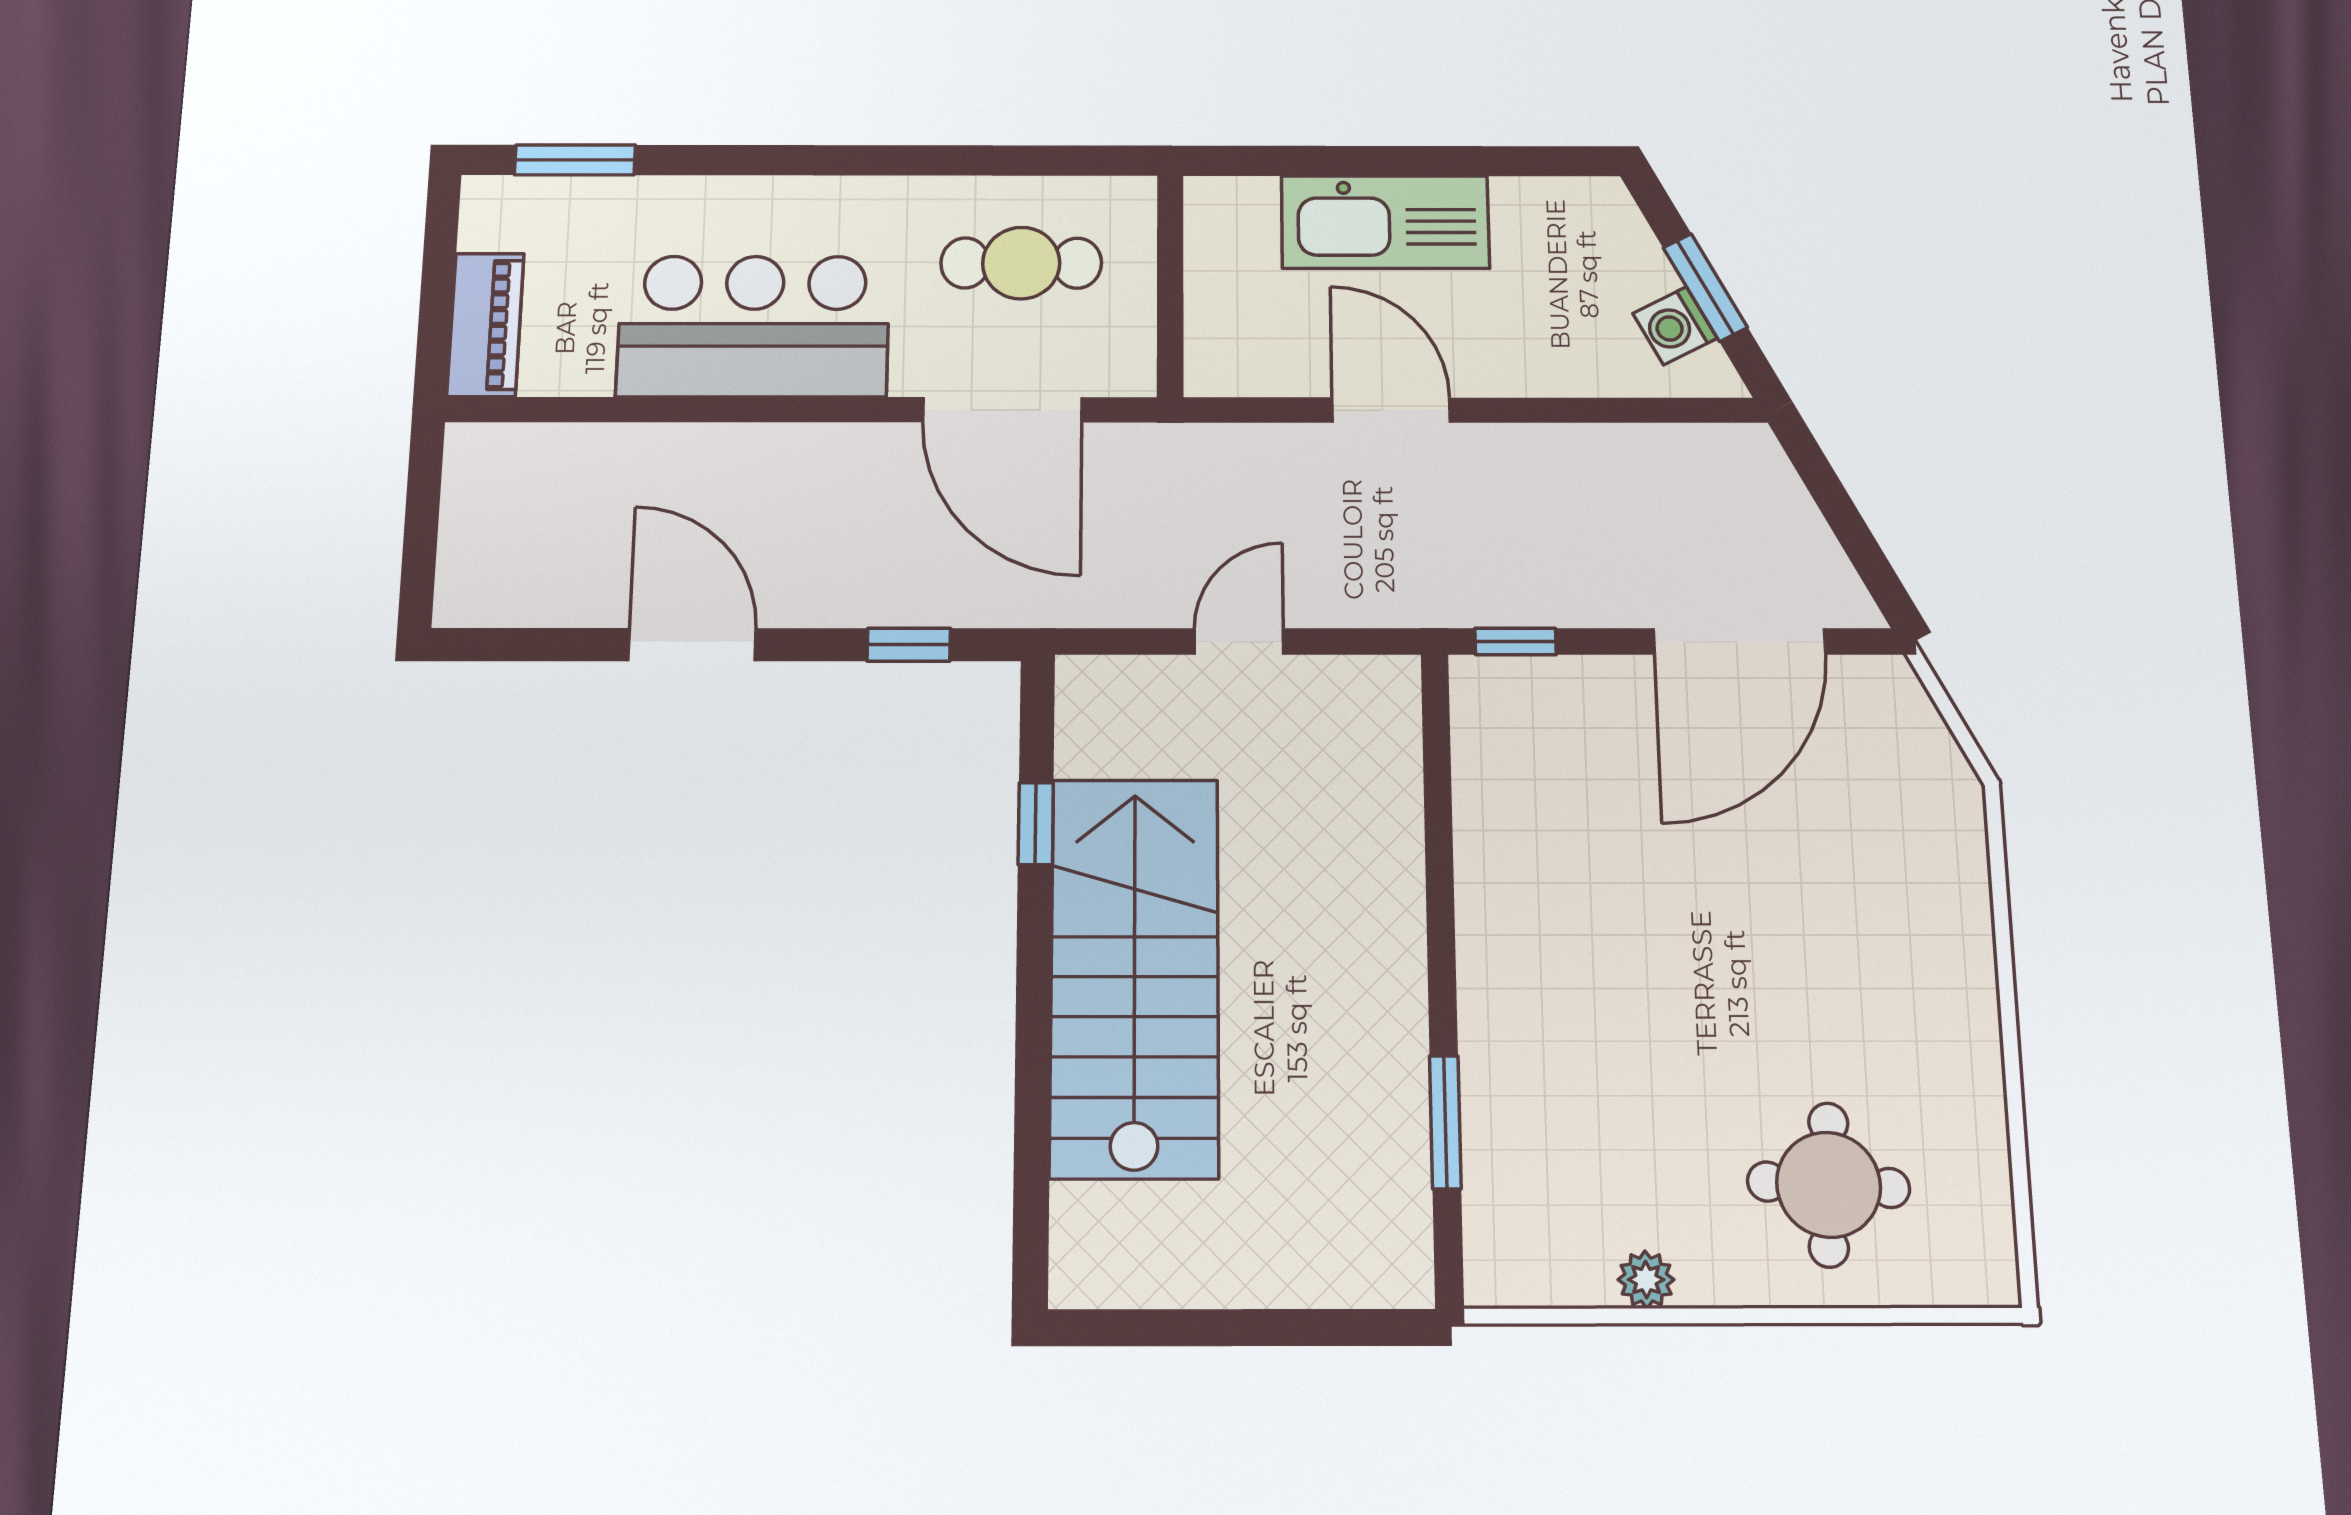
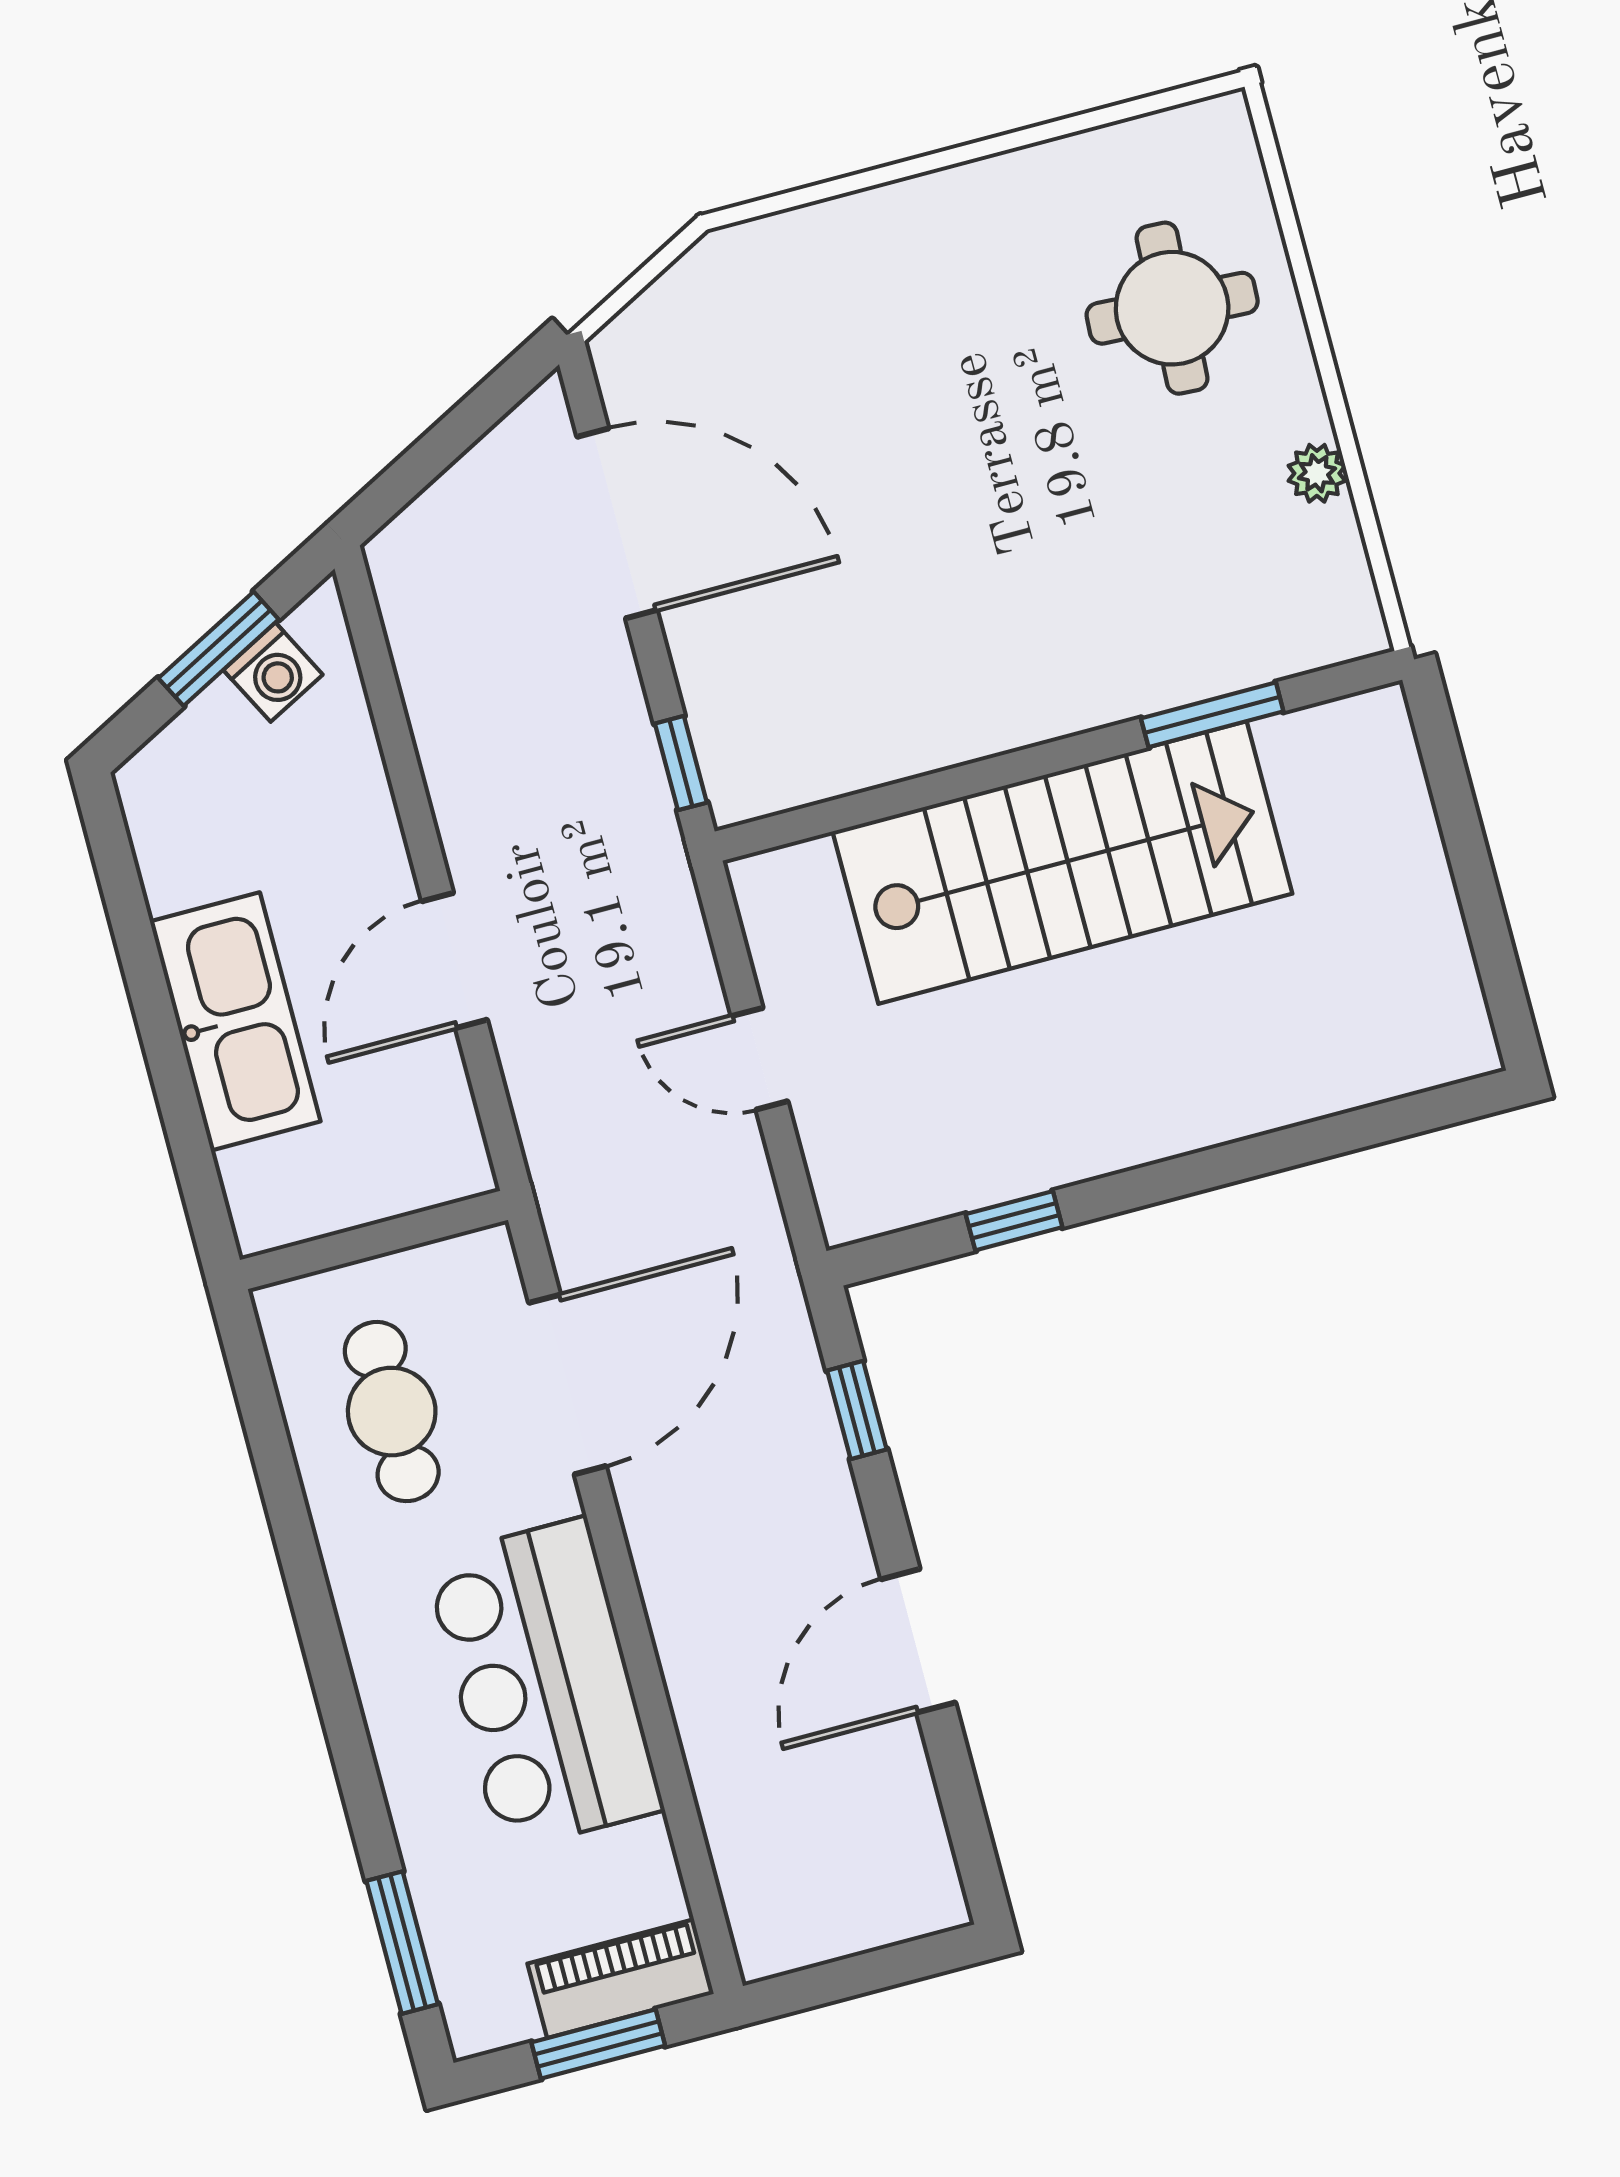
window: (437, 293) -> (598, 2044), added
stairs: (1135, 976) -> (1062, 863), moved, turned 180

